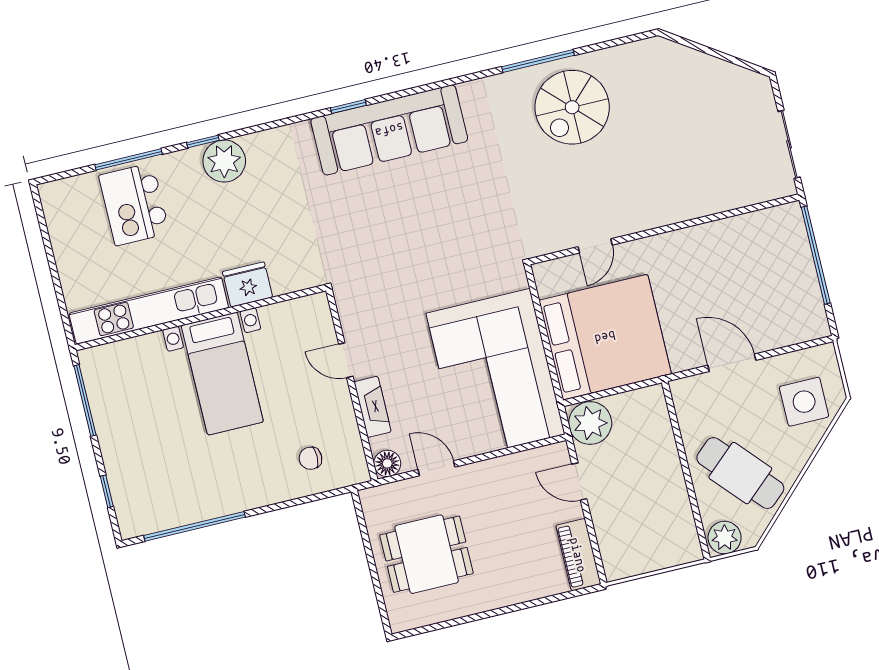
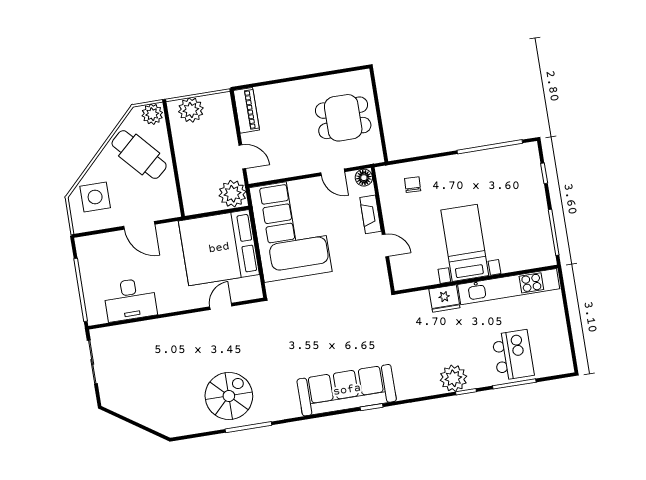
desk: (738, 246) -> (130, 300), added
chair: (310, 458) -> (413, 185), turned -88
plant: (665, 549) -> (191, 110), added

